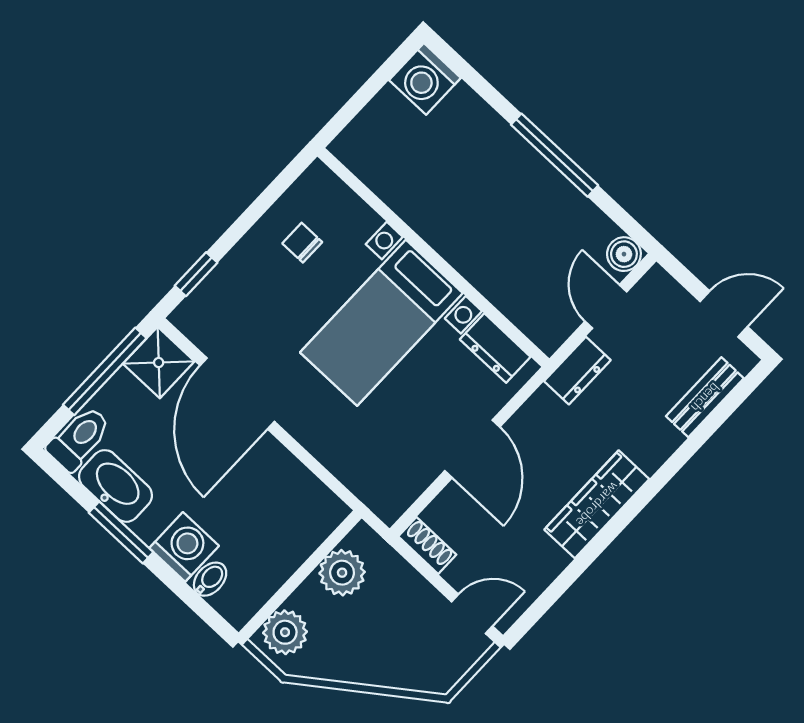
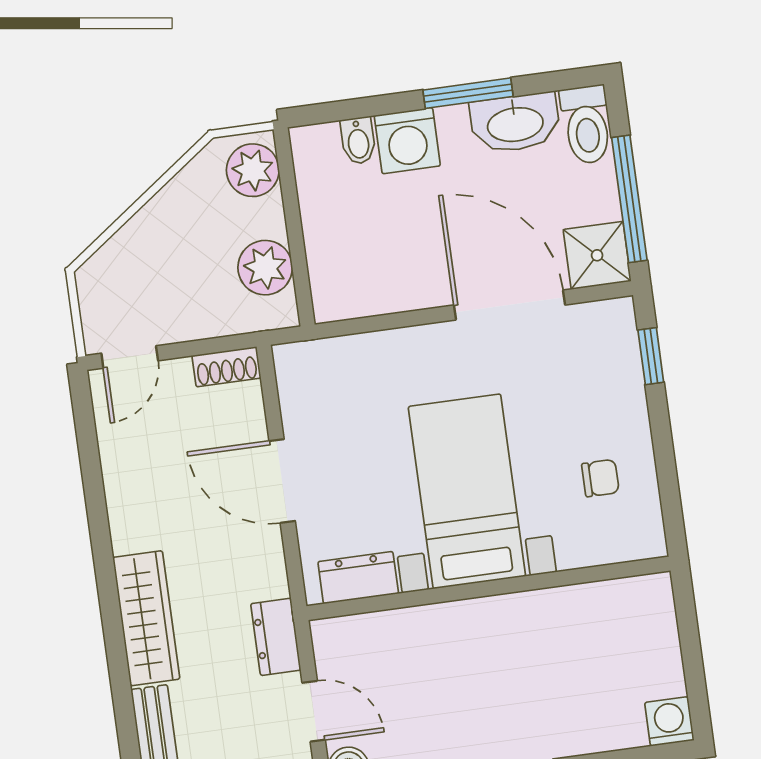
washing machine: (425, 79) -> (669, 721), width x0.73, depth x0.73
wardrobe: (597, 504) -> (146, 618), moved

